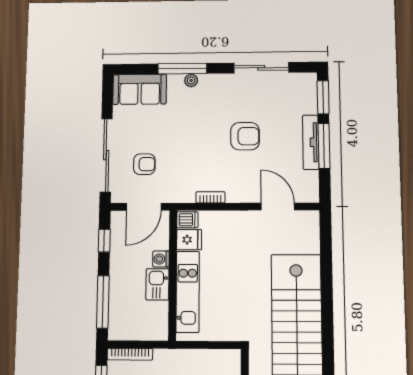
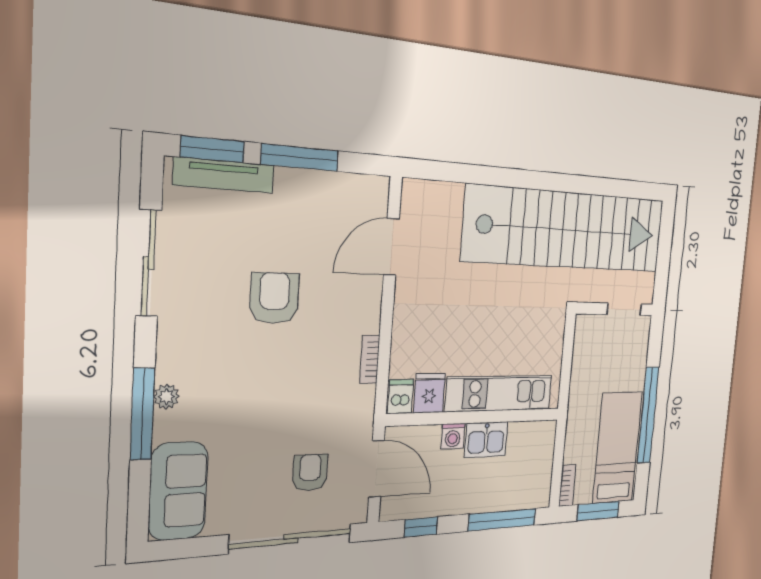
tv unit: (311, 142) -> (224, 175), moved
bookcase: (130, 354) -> (567, 485), width x0.64

